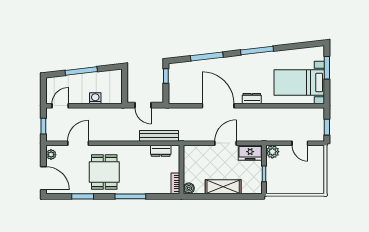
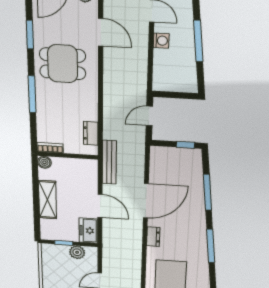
washing machine: (95, 98) -> (161, 41), moved
bench: (159, 136) -> (109, 162), moved
plant: (272, 152) -> (77, 252), moved

